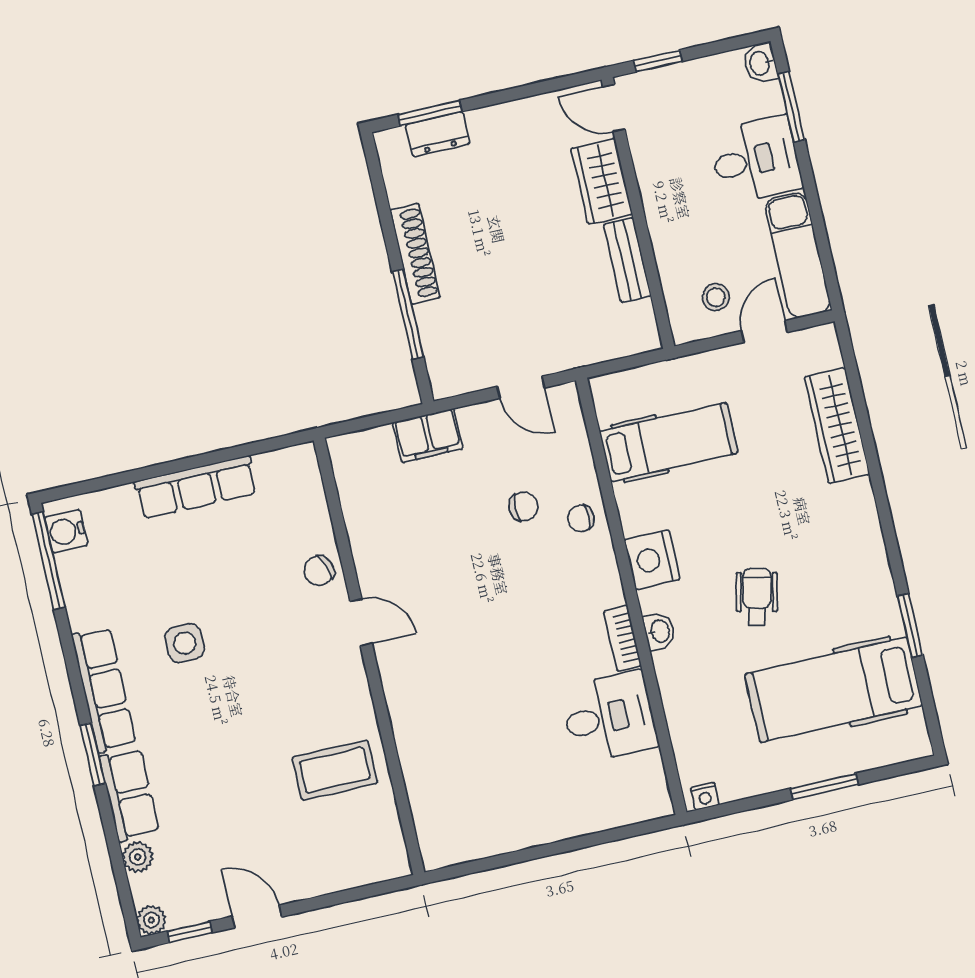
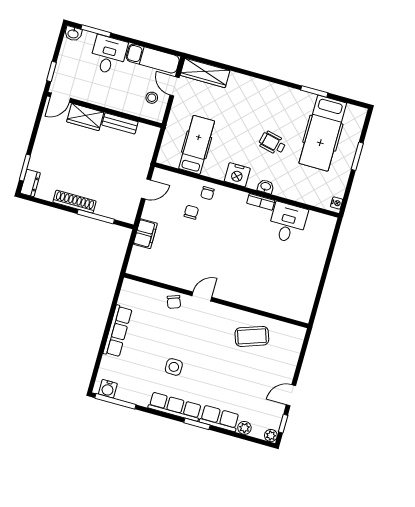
dresser: (438, 134) -> (30, 183), moved
wardrobe: (837, 426) -> (205, 73), moved
coffee table: (335, 770) -> (252, 336), turned 71

